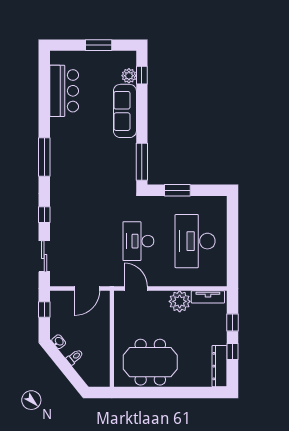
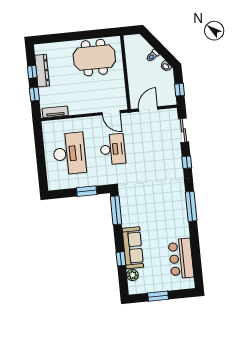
window: (142, 75) -> (121, 259), moved
plant: (180, 301) -> (76, 106), removed
dresser: (220, 366) -> (42, 71), moved

